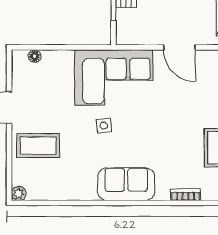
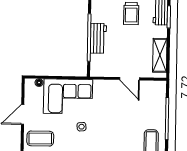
corner sofa: (114, 77) -> (68, 96), moved

